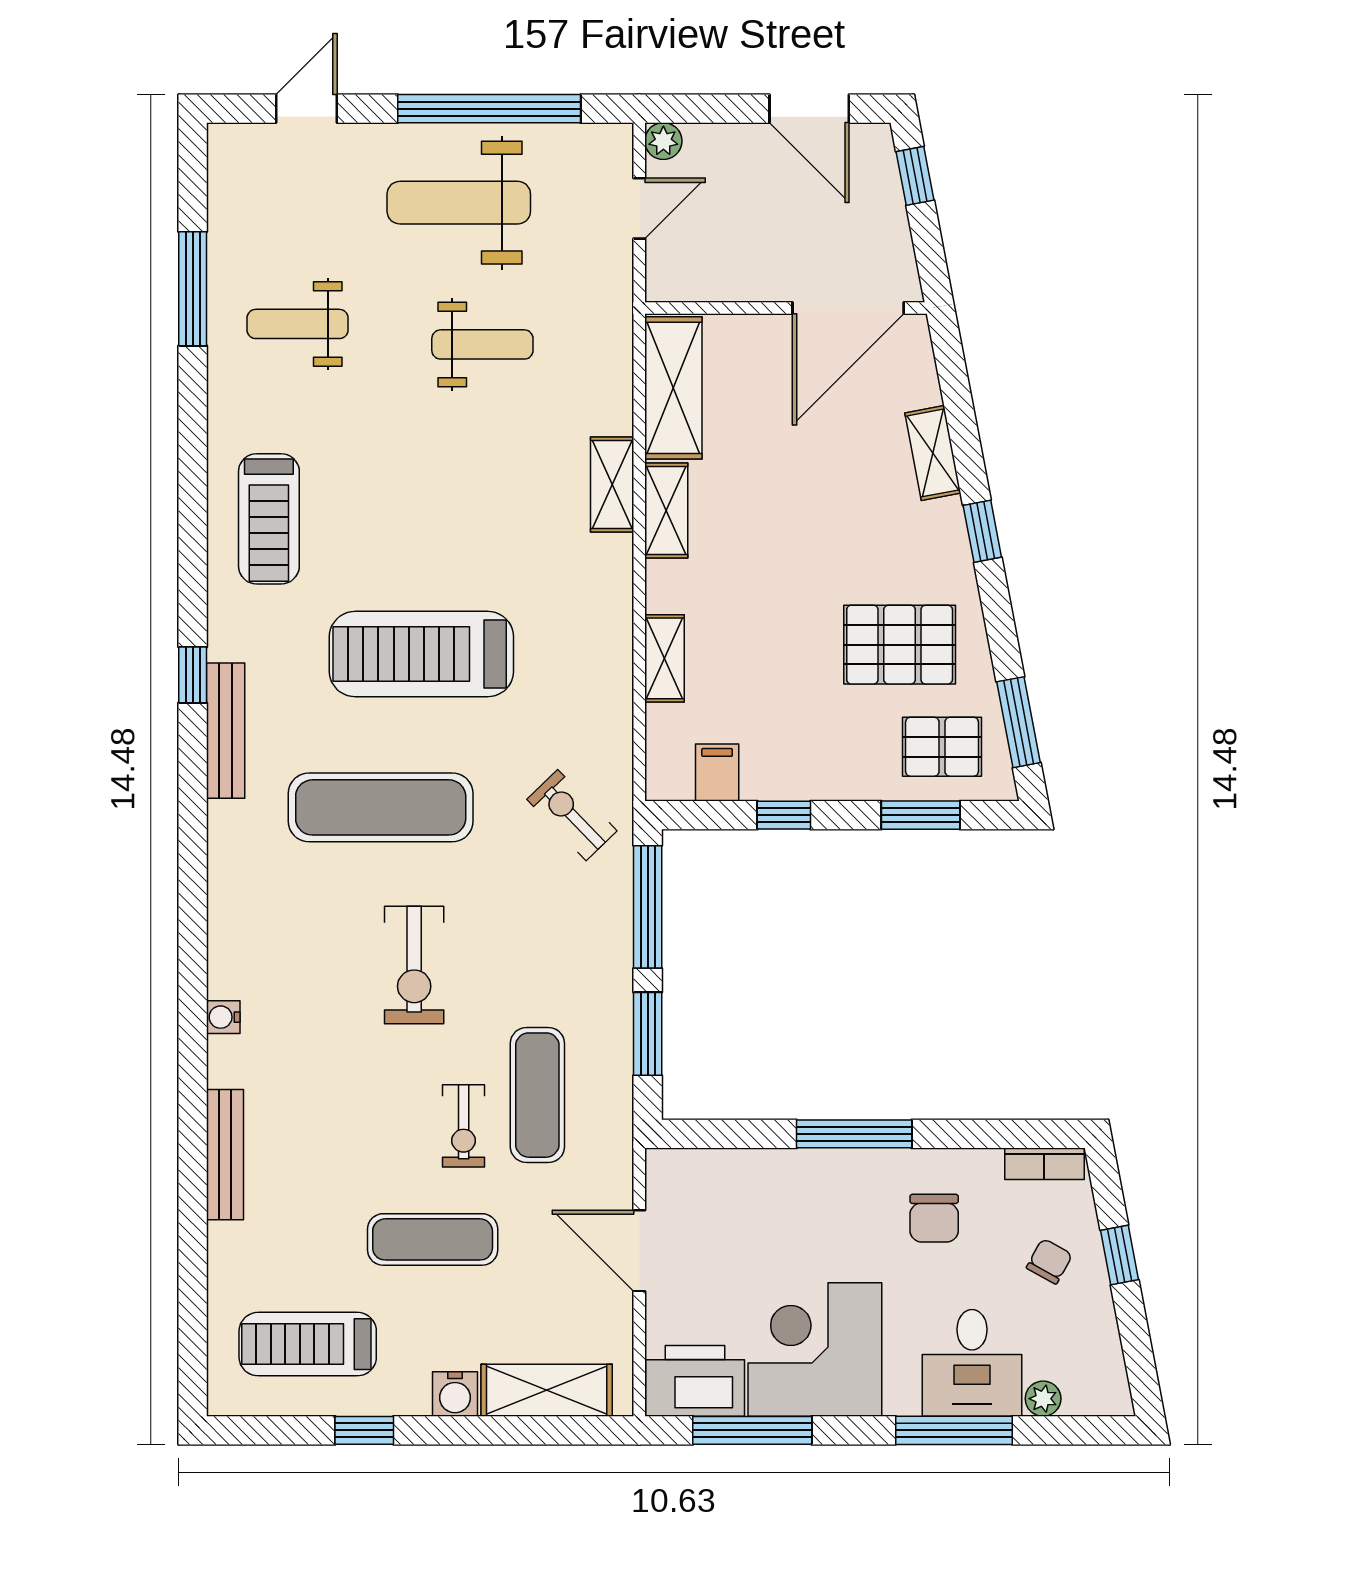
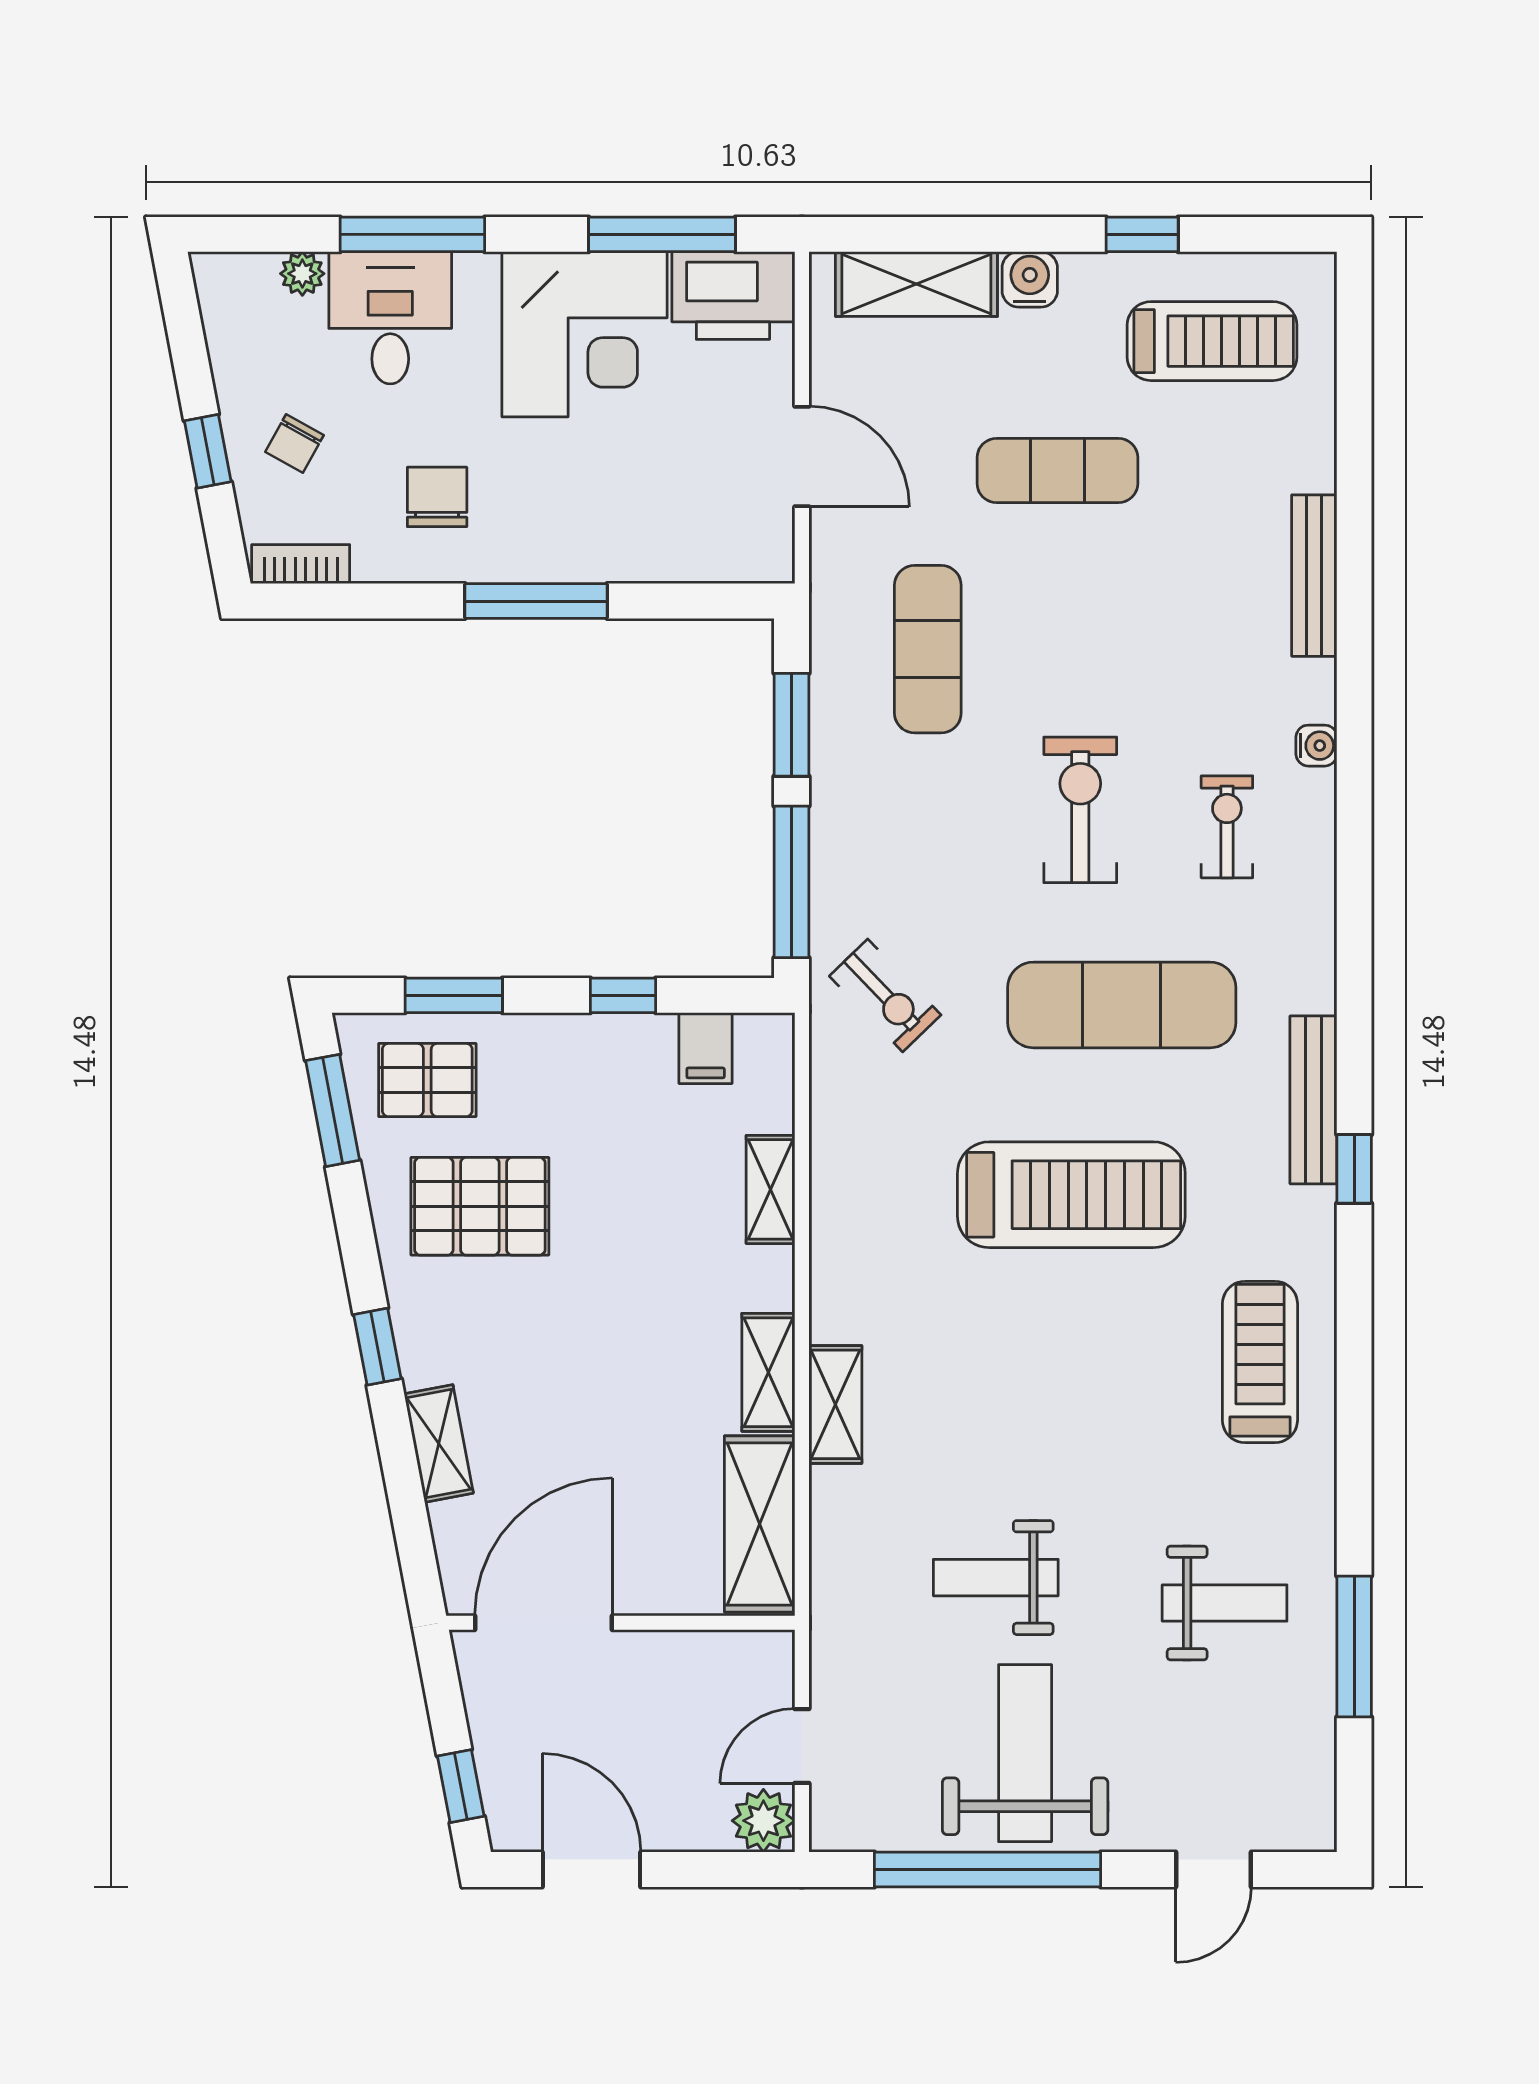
plant: (663, 141) -> (763, 1821), width x1.38, depth x1.38
weight bench: (459, 203) -> (1025, 1753), turned -90
exercise bike: (464, 1126) -> (1227, 827), moved

